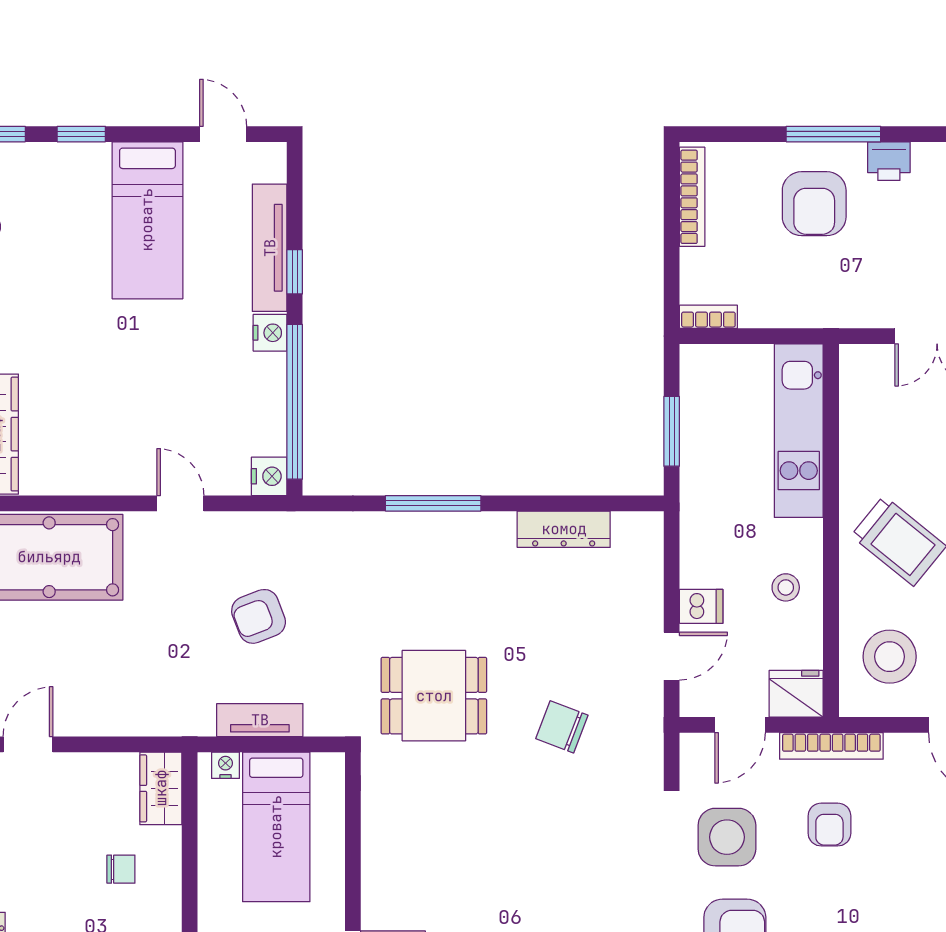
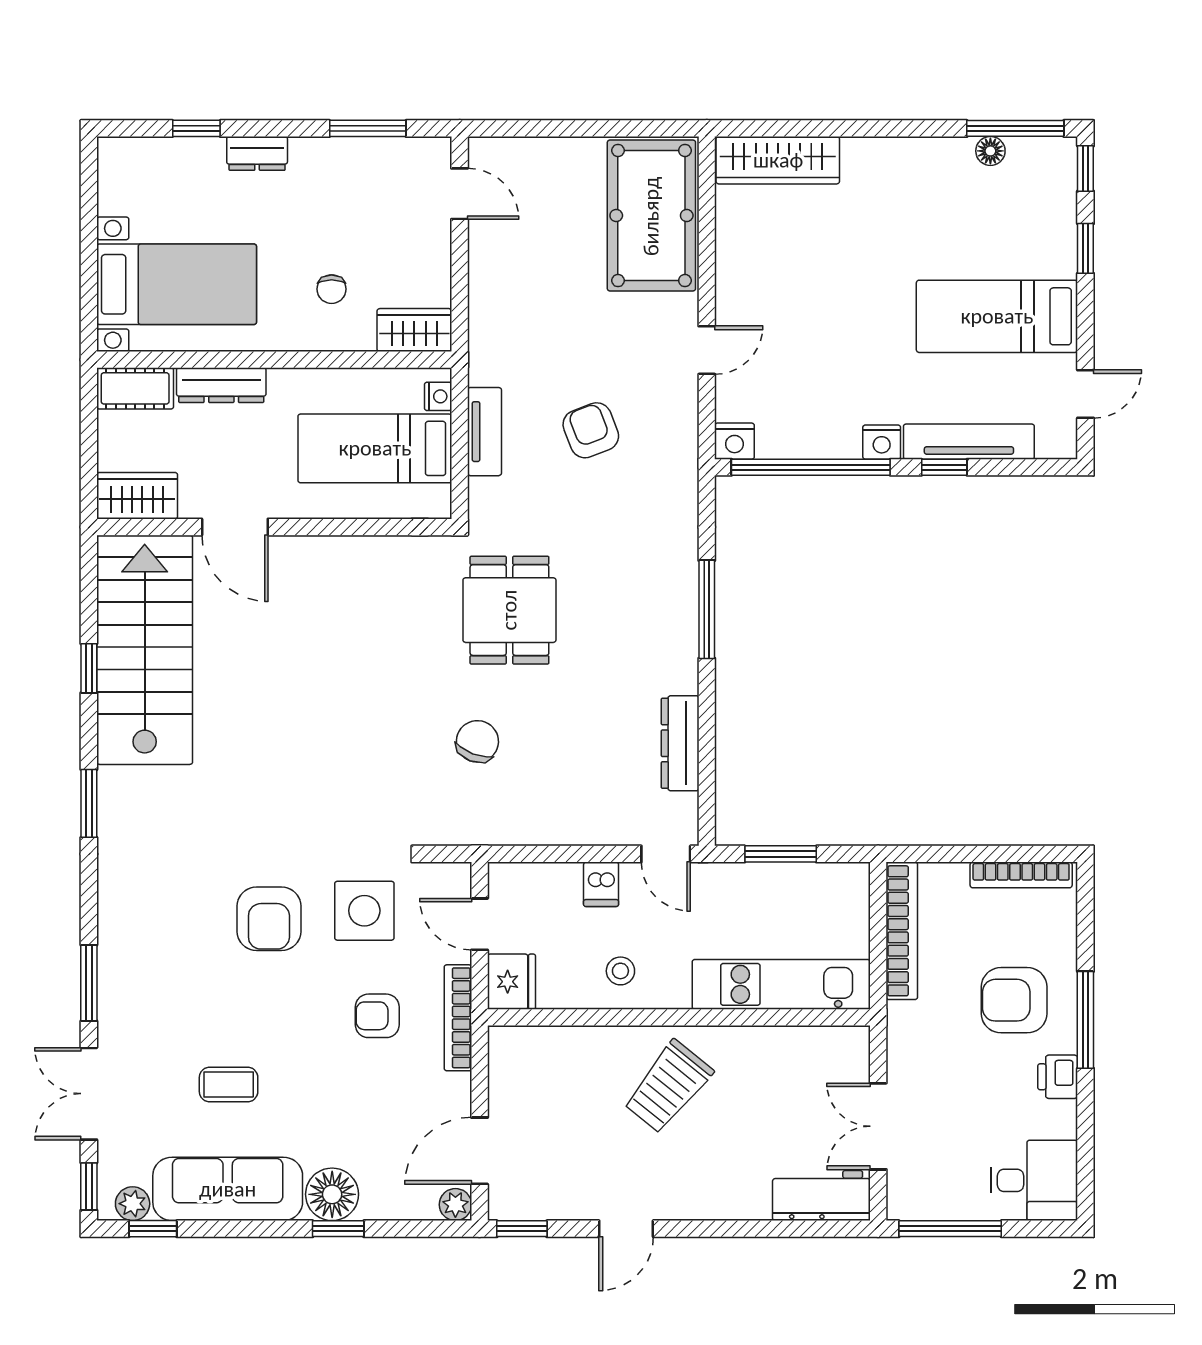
bookcase: (708, 317) -> (902, 931), width x2.31, depth x1.31
door: (672, 656) -> (666, 854), moved
stool: (890, 657) -> (550, 1077), removed

